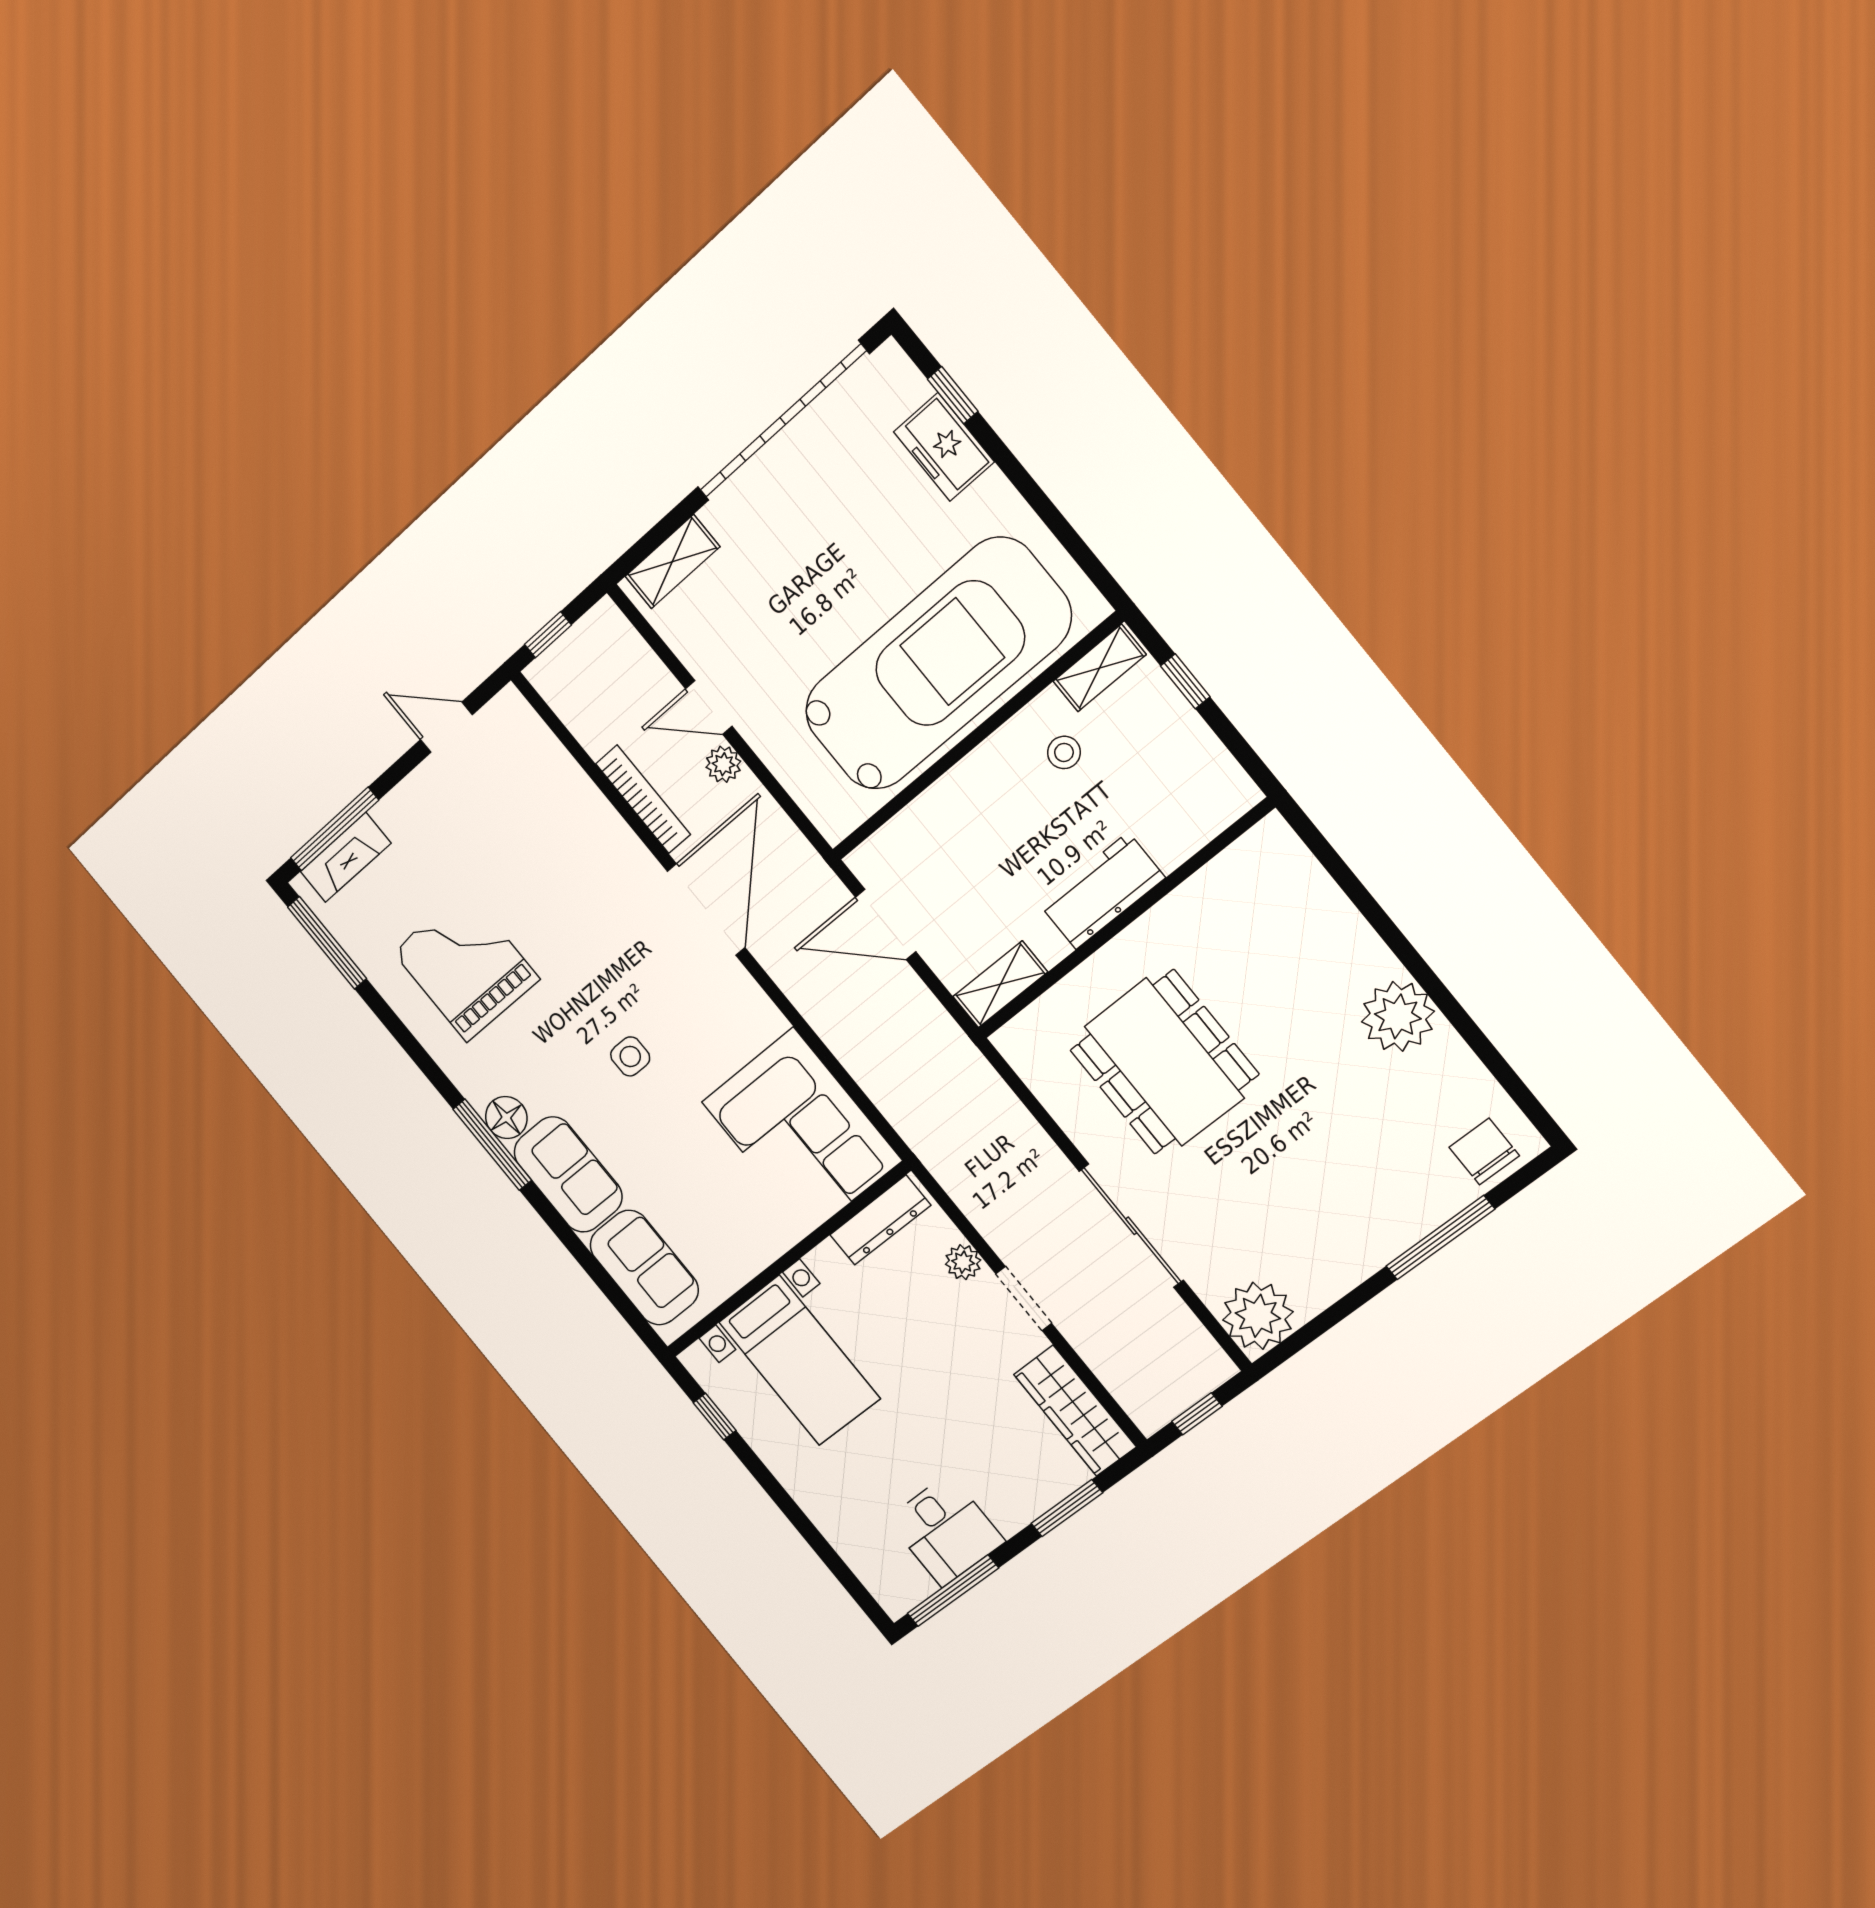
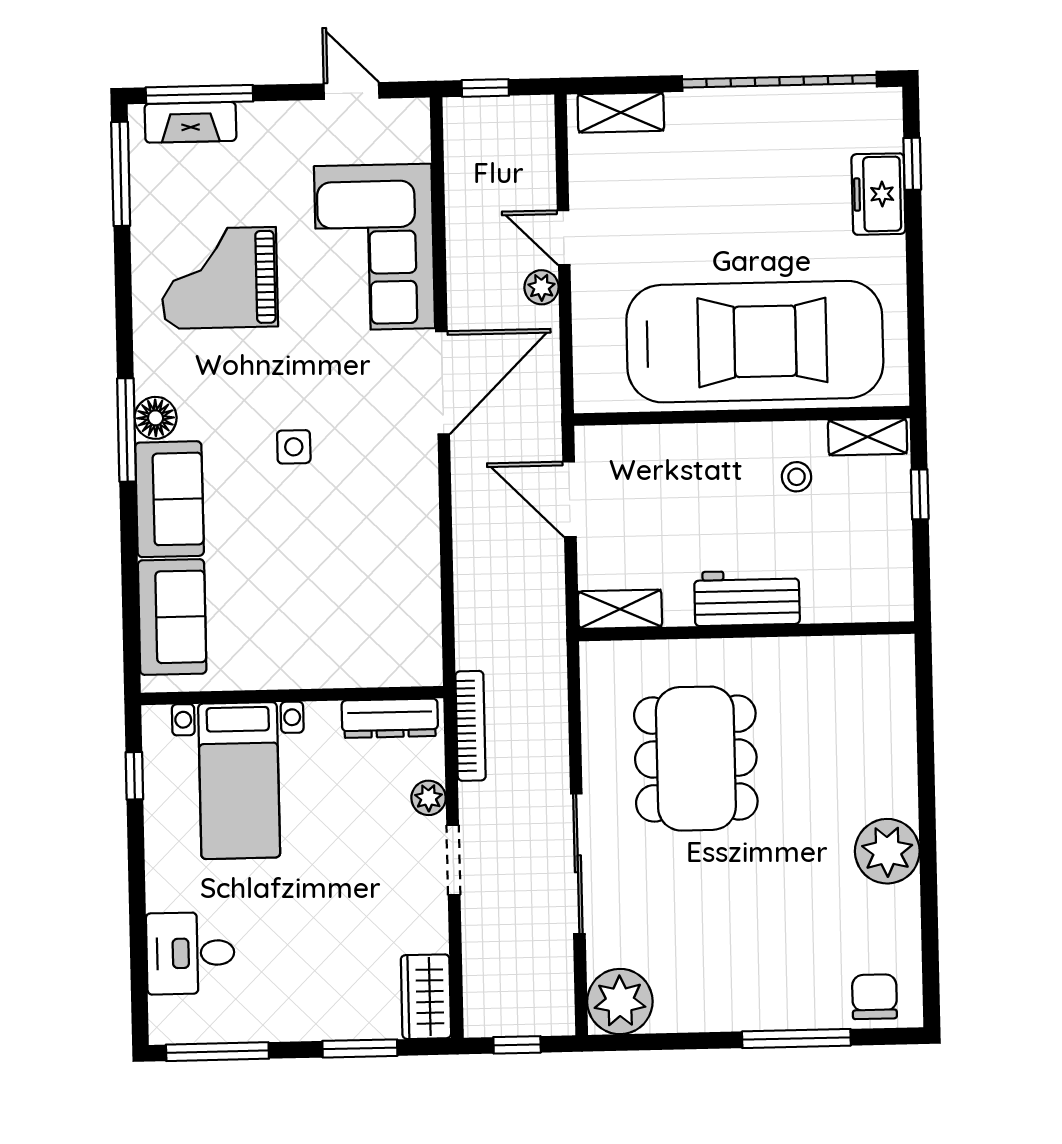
bookcase: (643, 799) -> (471, 726), moved
grand piano: (466, 965) -> (219, 278), turned -90
corner sofa: (802, 1131) -> (375, 247), moved
wardrobe: (1075, 1411) -> (426, 997), width x0.67
desk: (946, 1530) -> (190, 953), moved, turned 90

